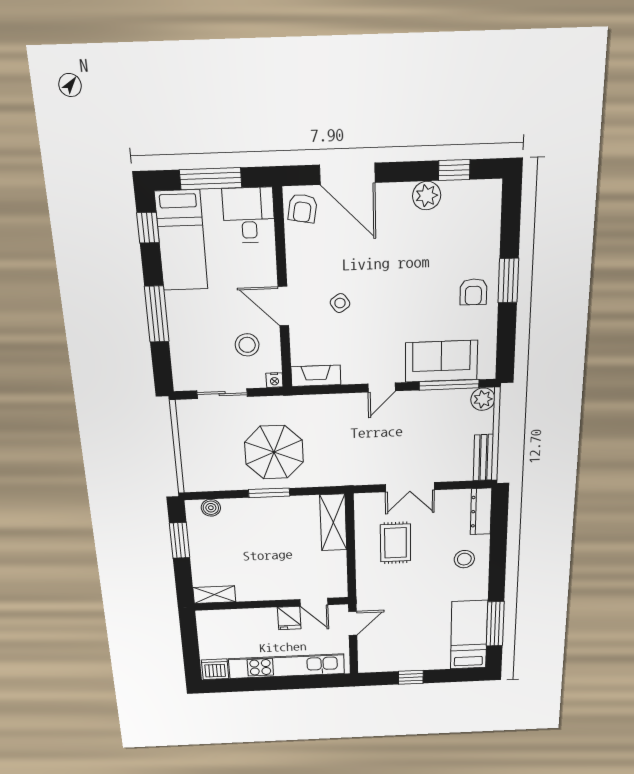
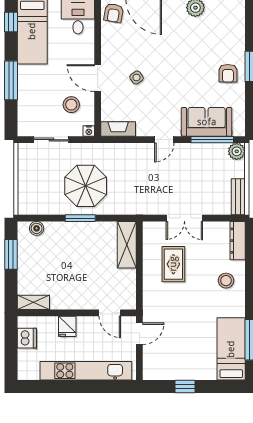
fridge: (289, 618) -> (67, 326), moved
dishwasher: (215, 669) -> (27, 338), moved, turned 90

